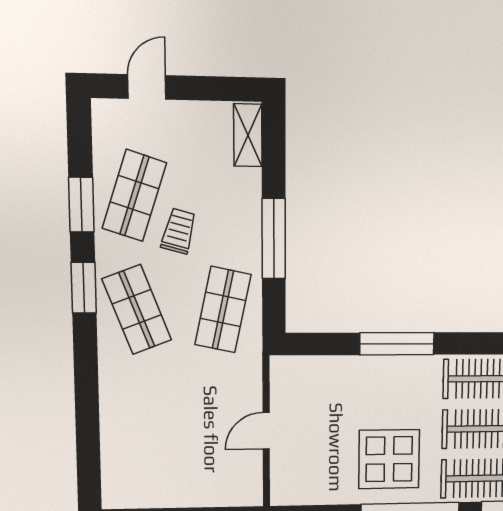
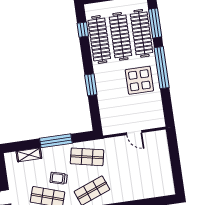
shelving: (248, 135) -> (29, 155), moved
window: (397, 344) -> (91, 85), width x0.69

